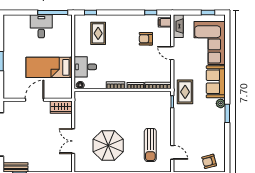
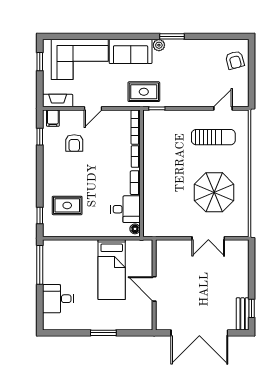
desk: (41, 26) -> (58, 299), moved
desk: (85, 67) -> (125, 209), moved, turned -90
wardrobe: (61, 107) -> (164, 254), removed

